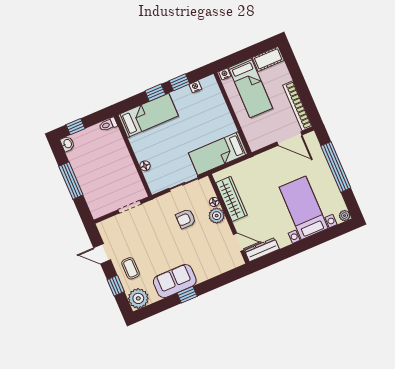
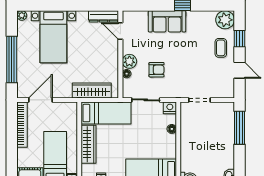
wardrobe: (222, 115) -> (89, 144), added
door: (289, 139) -> (40, 100), hinge flipped
window: (71, 181) -> (239, 128), moved
nightstand: (156, 186) -> (170, 108), added
wardrobe: (231, 199) -> (92, 91), moved, turned 90
sofa: (175, 281) -> (167, 21), moved

